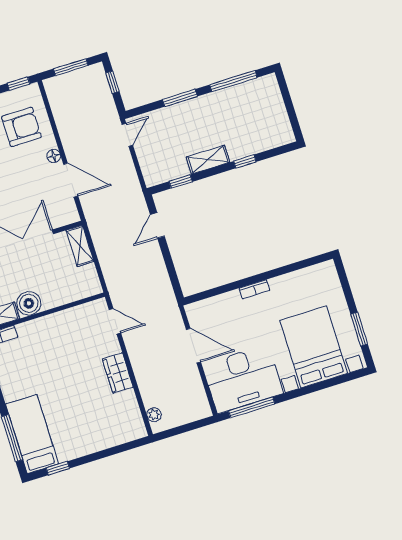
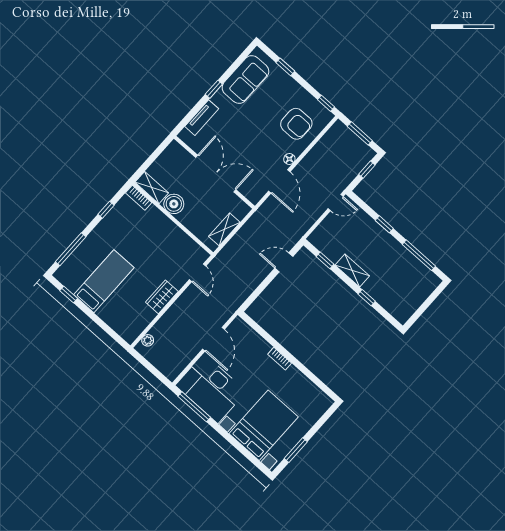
window: (180, 98) -> (384, 224), width x0.67
shelving: (80, 246) -> (224, 229), moved
bed: (32, 434) -> (104, 281), moved

